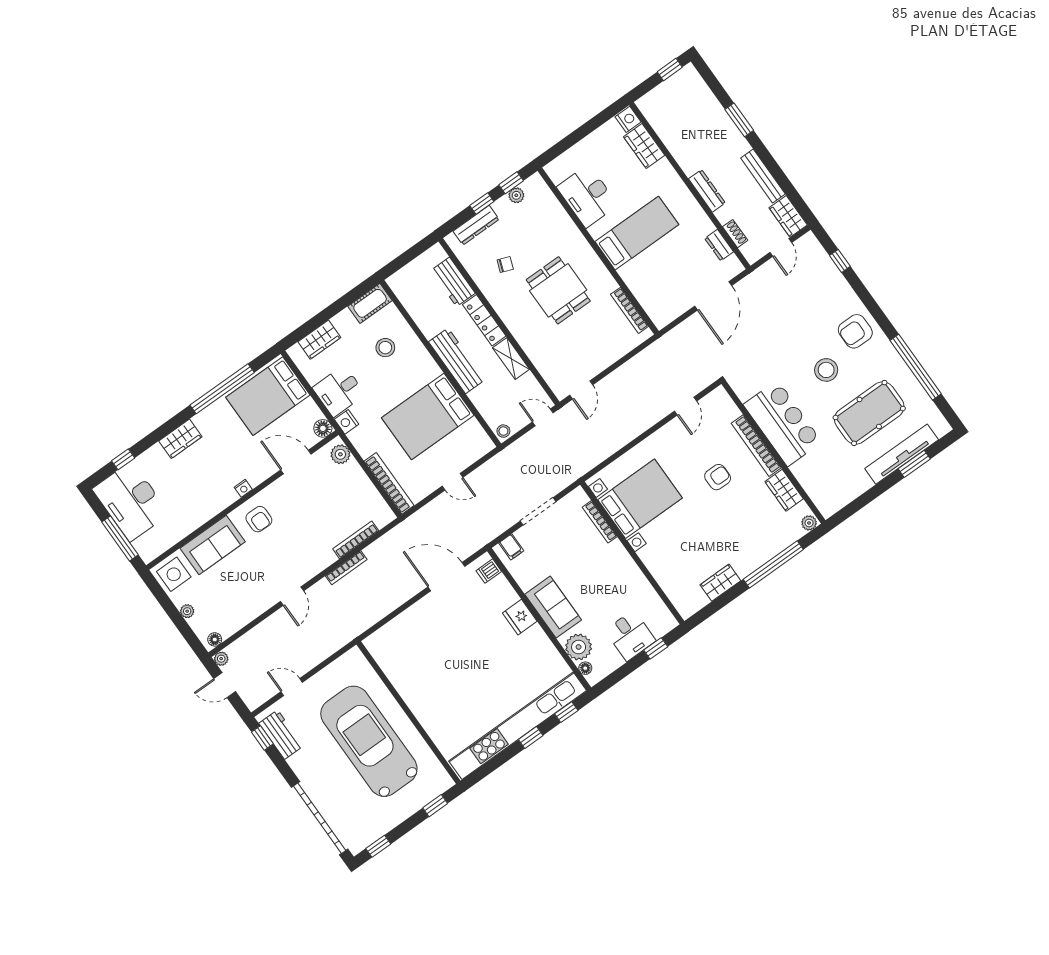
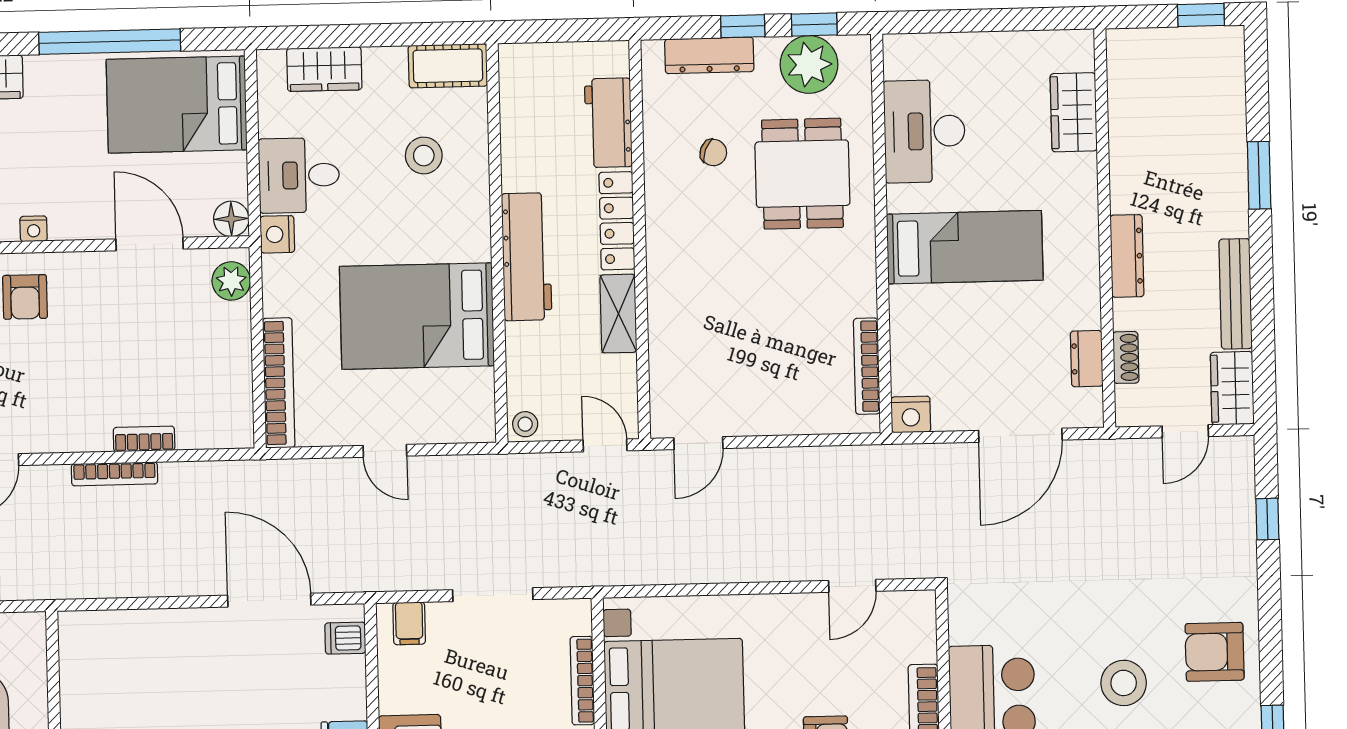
nightstand: (628, 119) -> (911, 414), moved, turned 90
plant: (516, 195) -> (809, 64), width x1.87, depth x1.87
dining table: (558, 290) -> (802, 174), moved
bookcase: (356, 540) -> (144, 439), width x0.64

